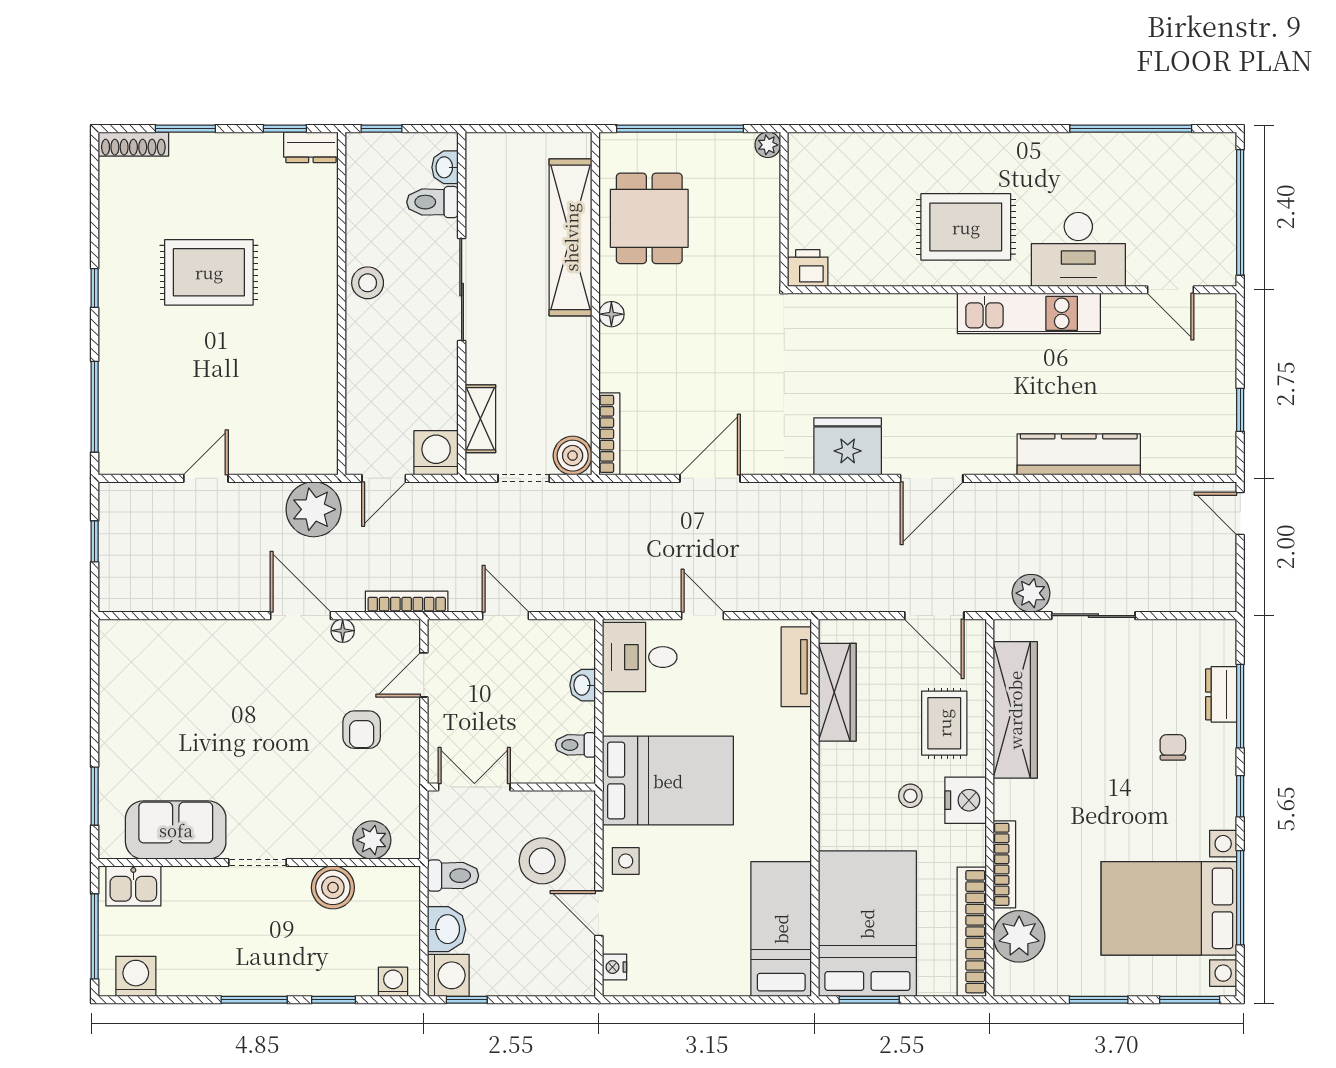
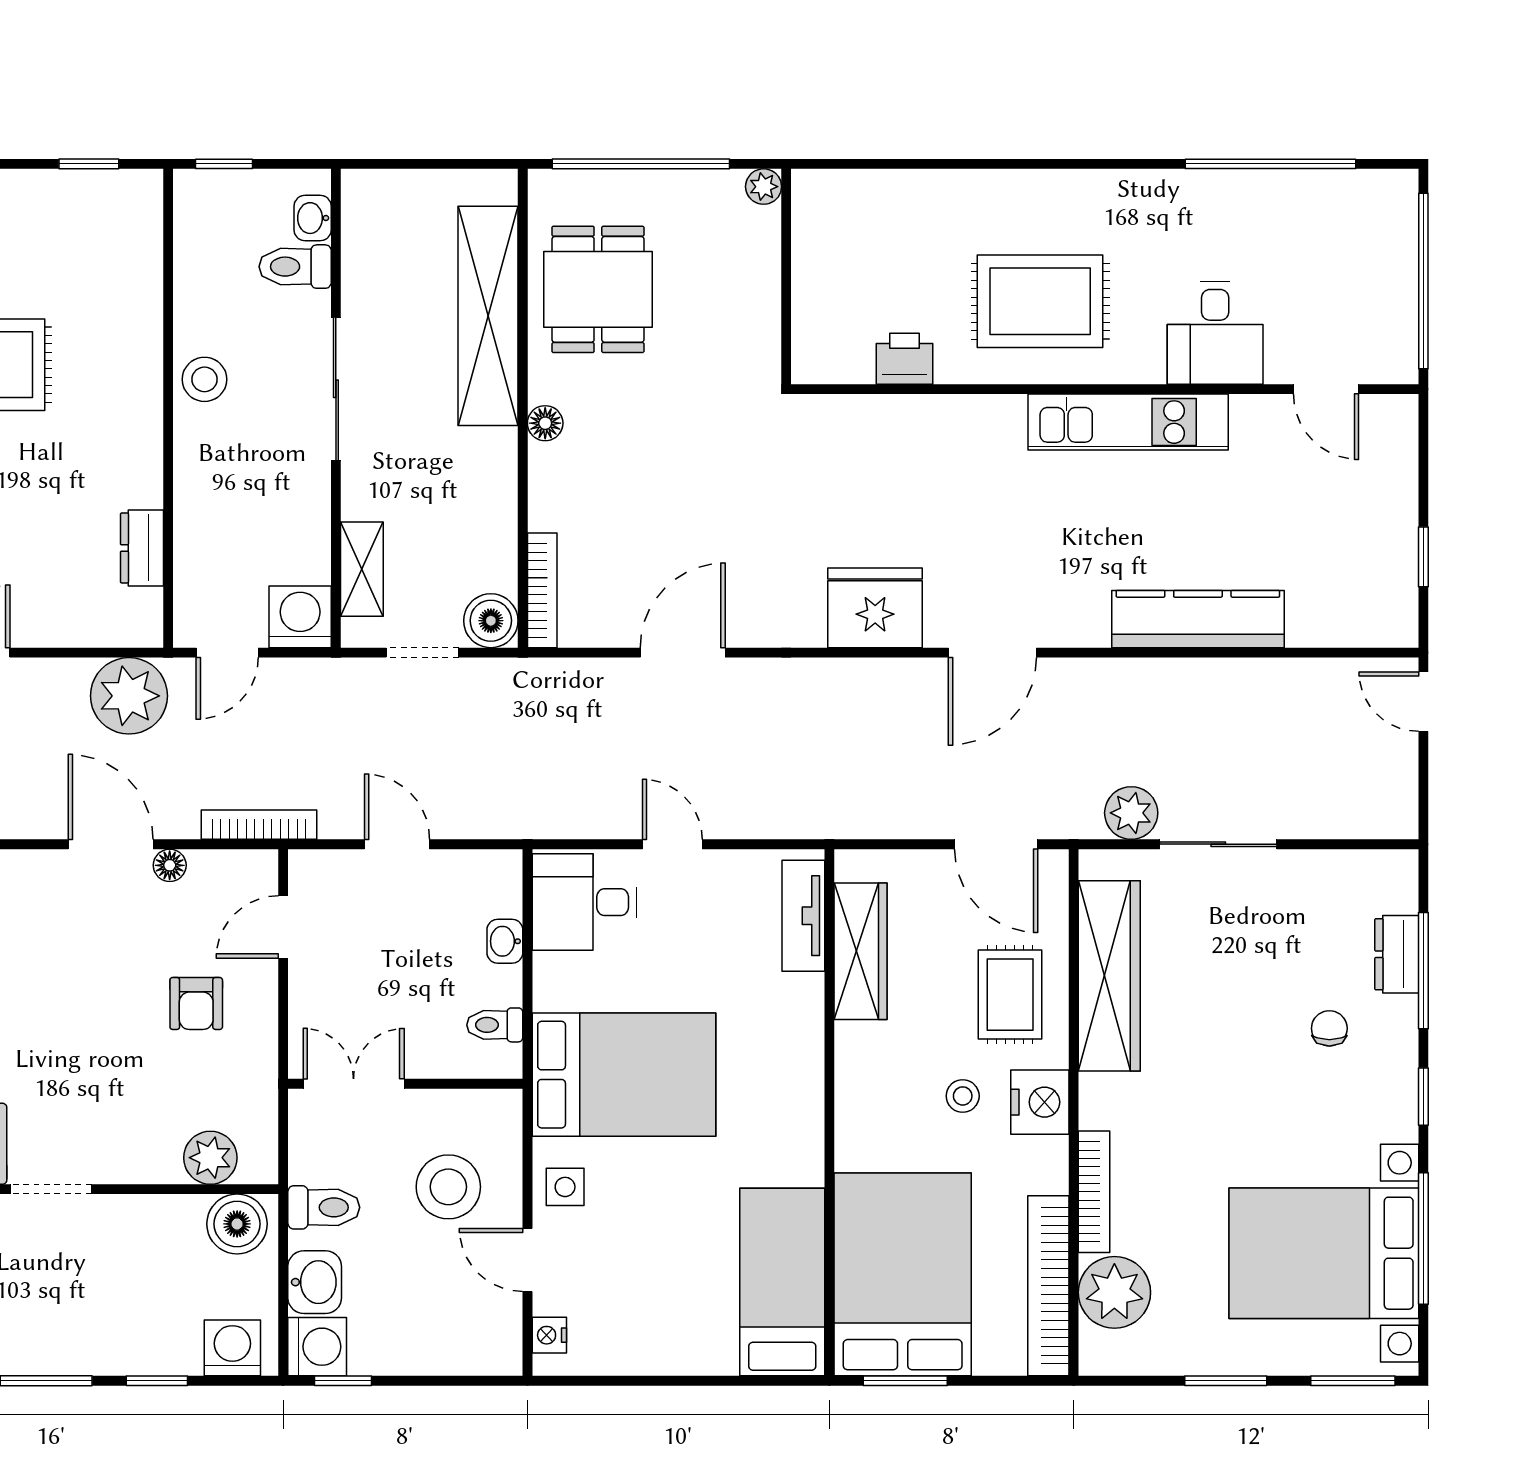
dresser: (311, 147) -> (142, 548), moved, turned 90
desk: (1078, 249) -> (1215, 333), width x0.73
printer: (808, 268) -> (905, 359), moved
boiler: (333, 887) -> (237, 1224), moved
washing machine: (393, 982) -> (232, 1348), width x1.38, depth x1.38

